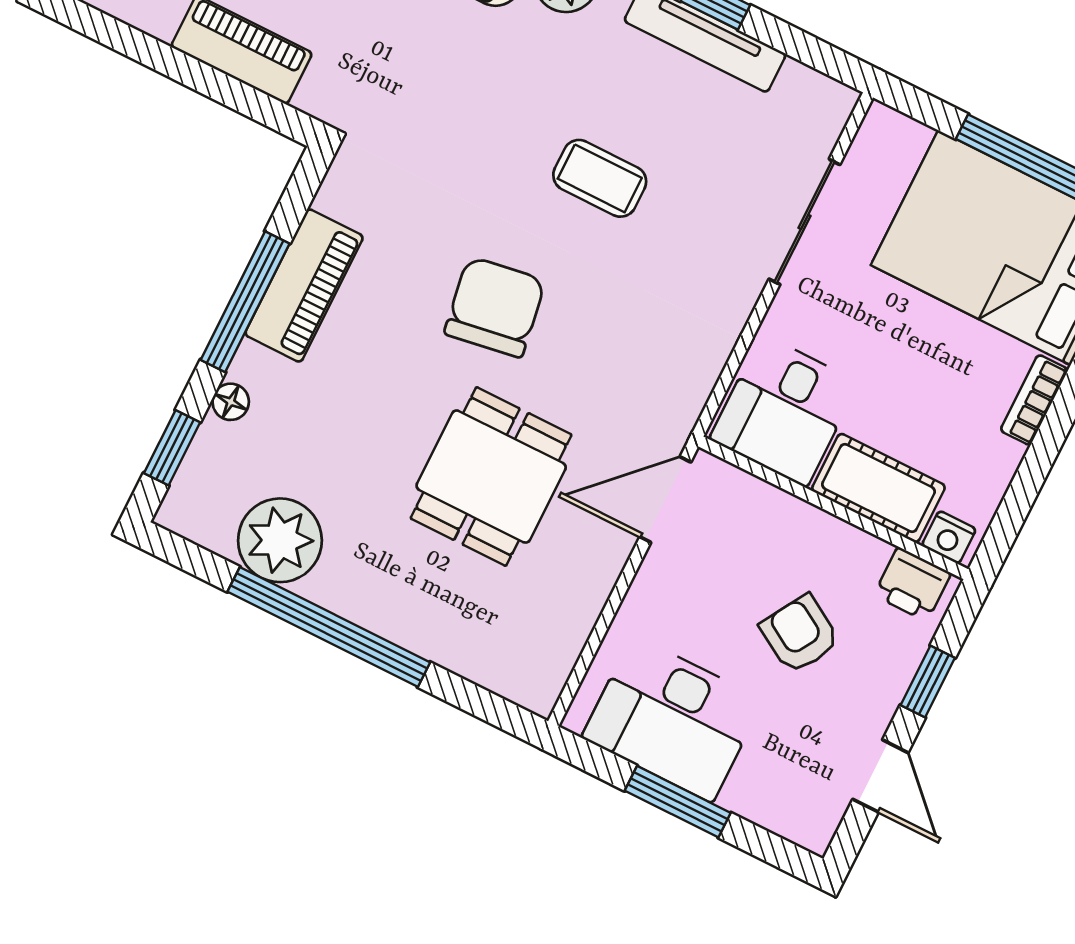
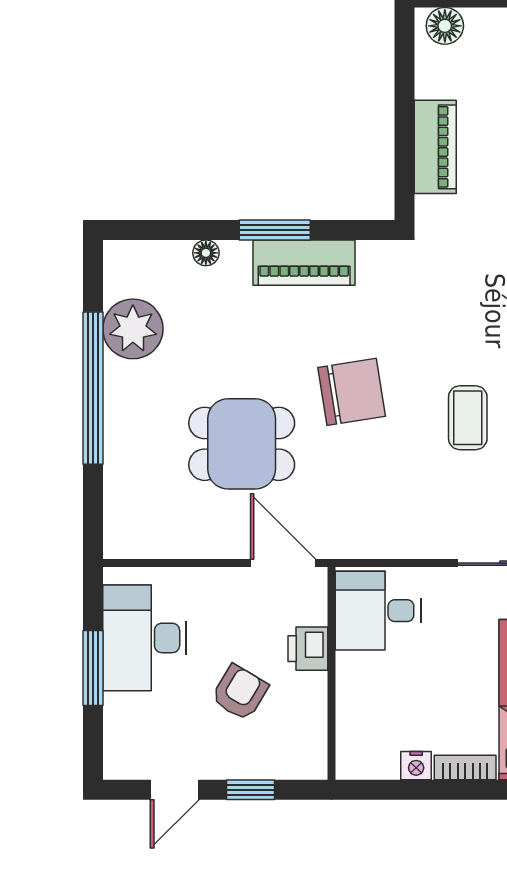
window: (245, 302) -> (275, 230), width x0.69
window: (172, 448) -> (158, 230), removed
cot: (878, 488) -> (359, 696), removed
nightstand: (949, 537) -> (416, 766), moved, turned -90
printer: (912, 584) -> (308, 649), moved

